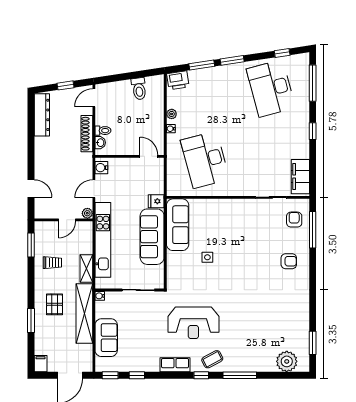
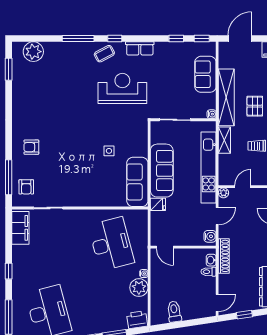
plant: (172, 114) -> (139, 288), width x1.87, depth x1.87
shoe rack: (87, 134) -> (224, 256), moved

